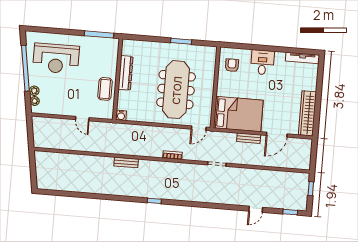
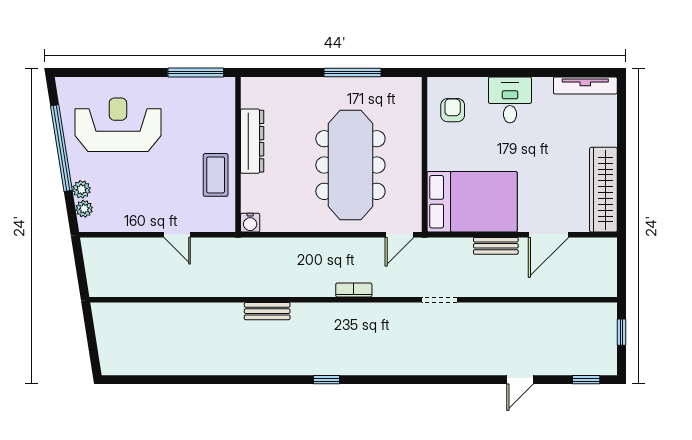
window: (181, 41) -> (353, 72), width x1.44
reception desk: (56, 58) -> (118, 125), turned 180

